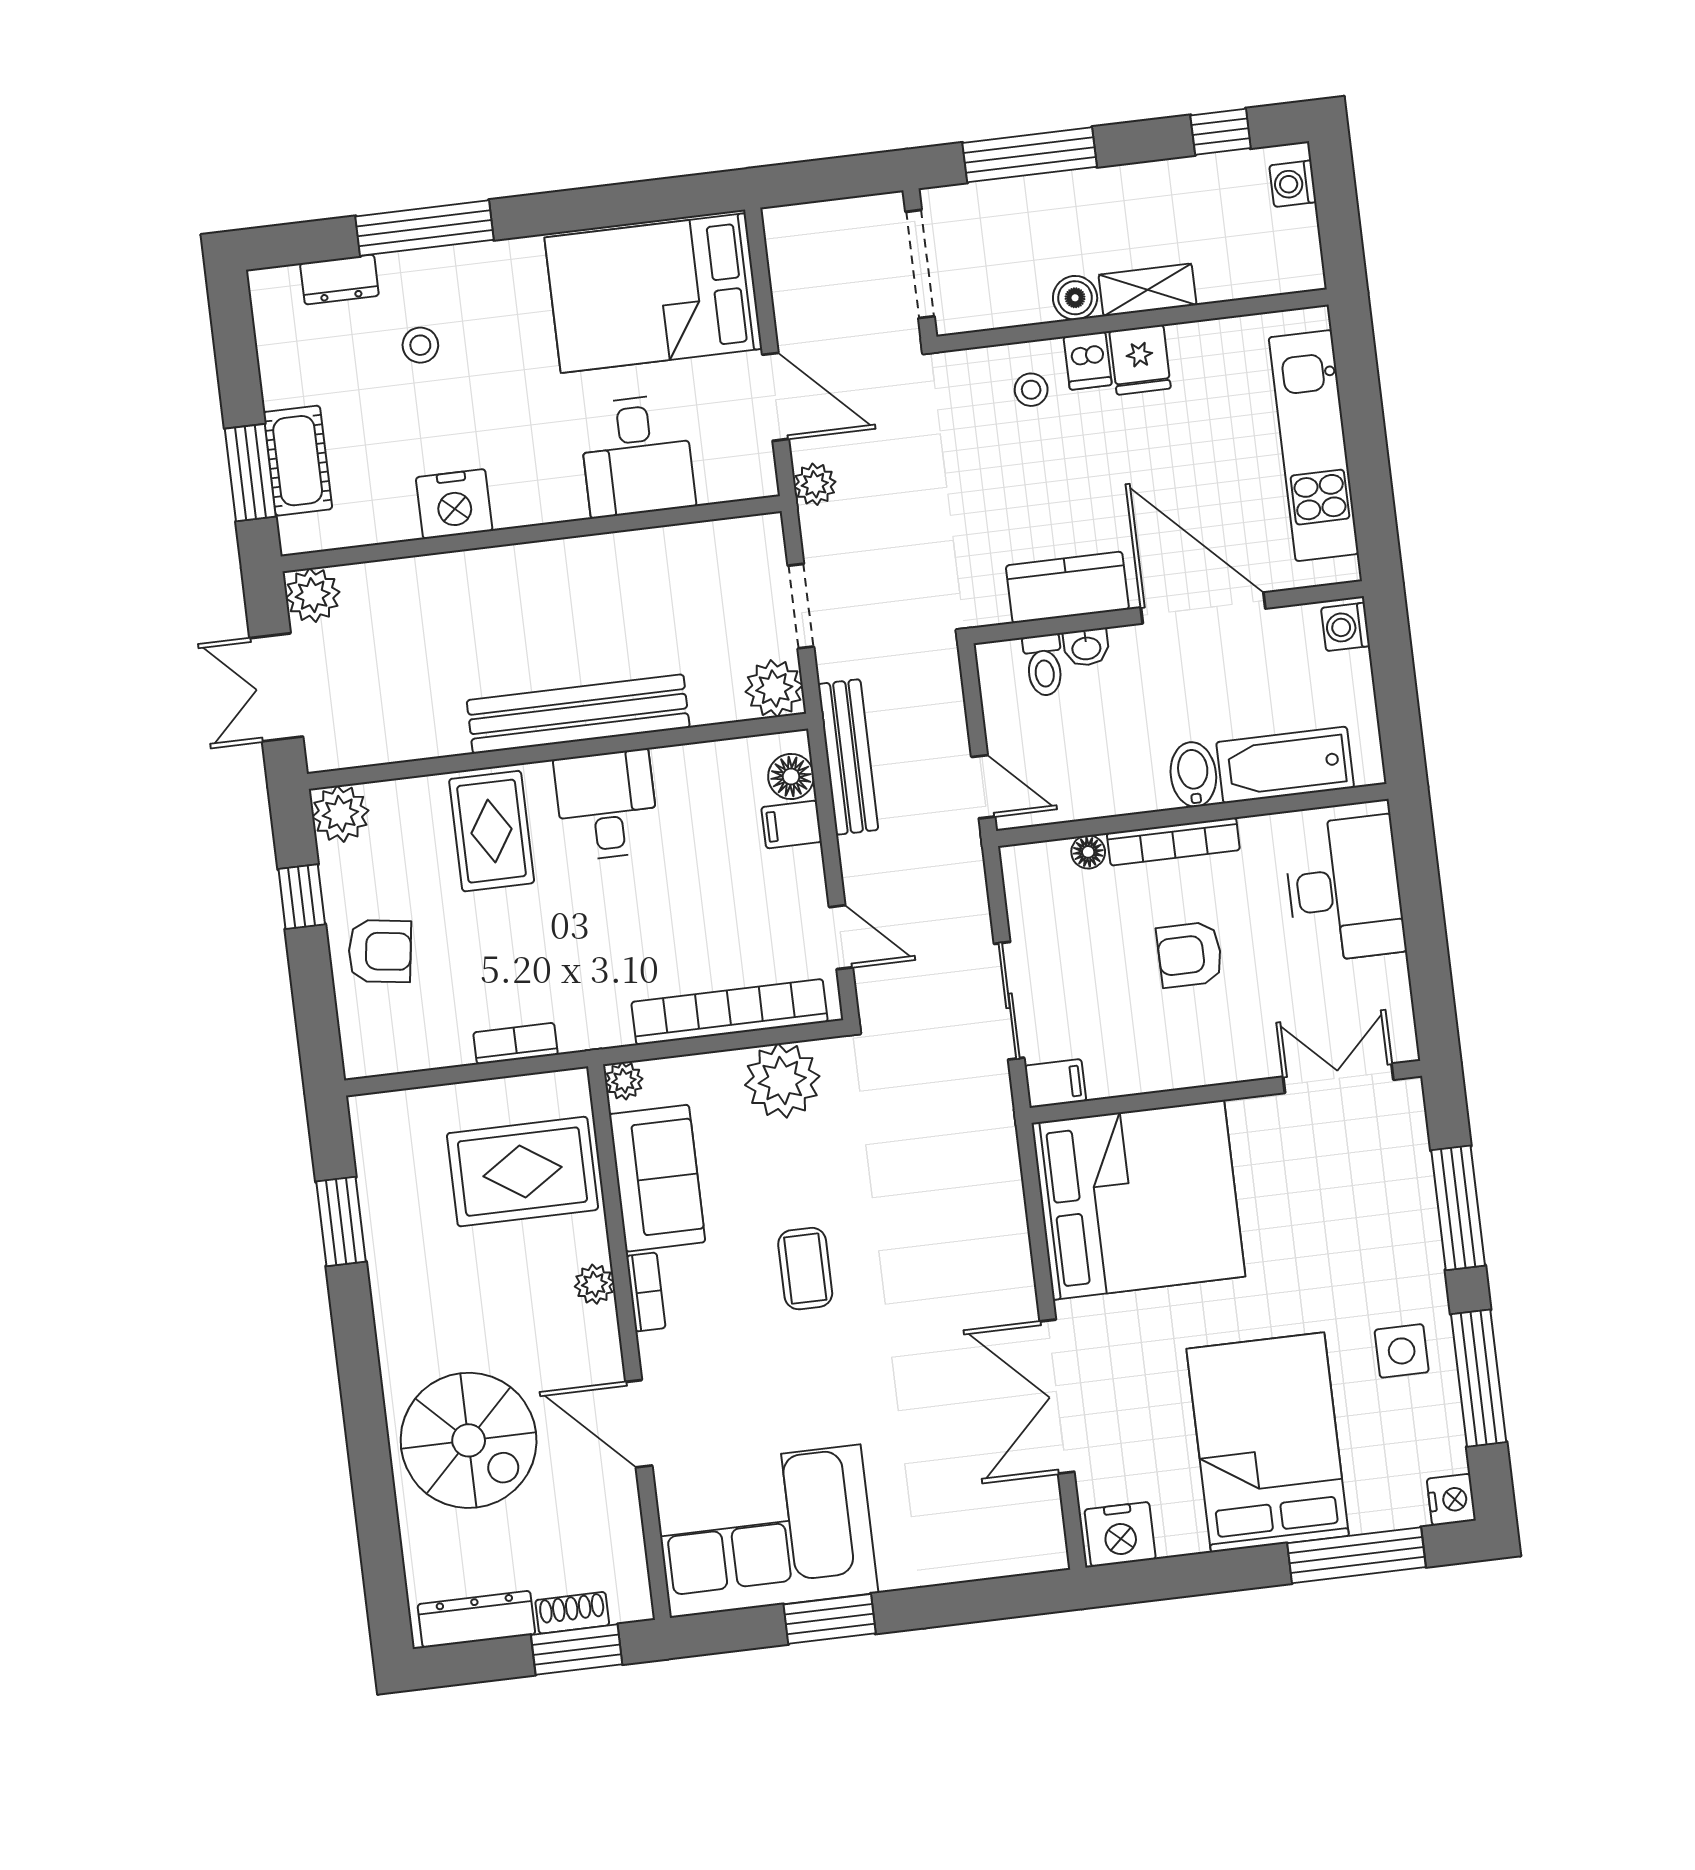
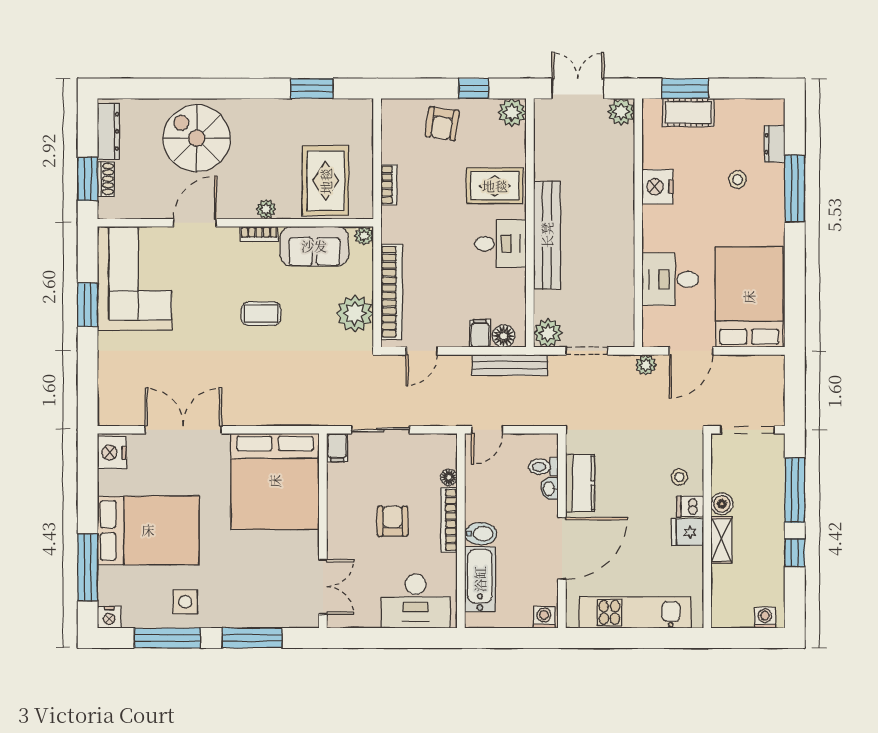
window: (1221, 132) -> (795, 553), moved
spiral stairs: (469, 1440) -> (197, 138), turned 90

